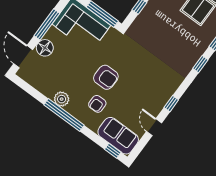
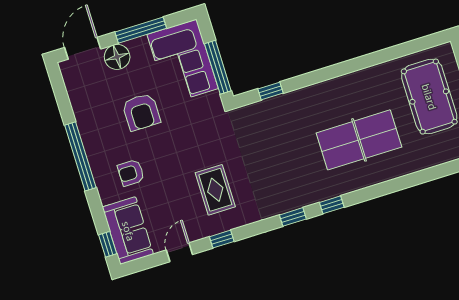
armchair: (106, 77) -> (141, 112), moved
rug: (149, 80) -> (215, 190), added
plant: (62, 99) -> (92, 135), removed

